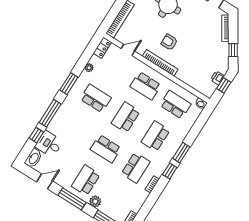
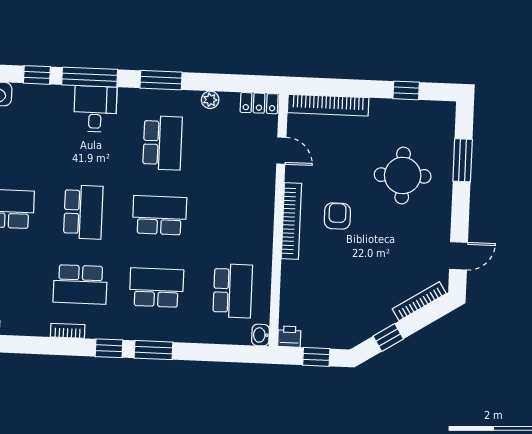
printer: (217, 78) -> (289, 337), moved
school desk: (146, 86) -> (236, 218), removed
desk: (49, 144) -> (95, 109), moved
school desk: (106, 149) -> (83, 212), turned 180

